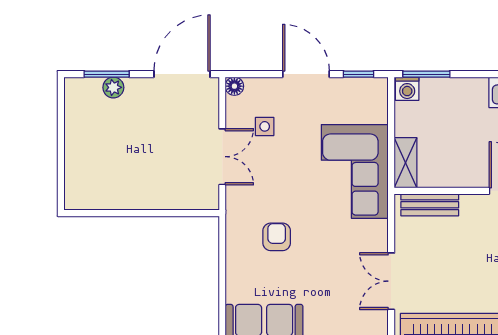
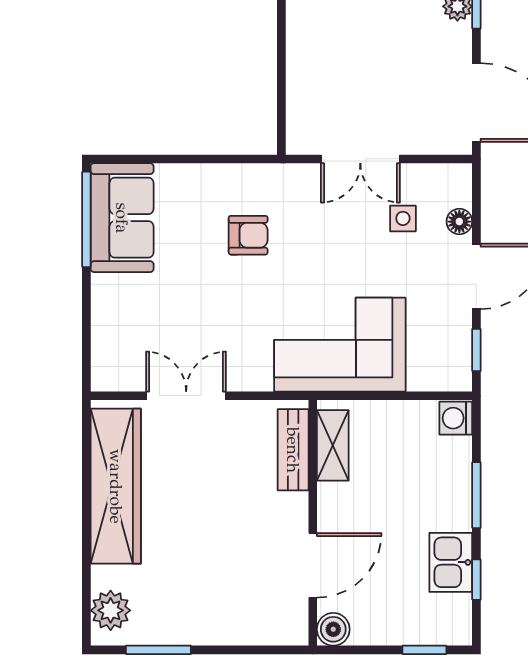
window: (426, 74) -> (476, 495), moved
floor lamp: (234, 86) -> (459, 222), moved
shelving: (405, 163) -> (333, 445), moved, turned 90

